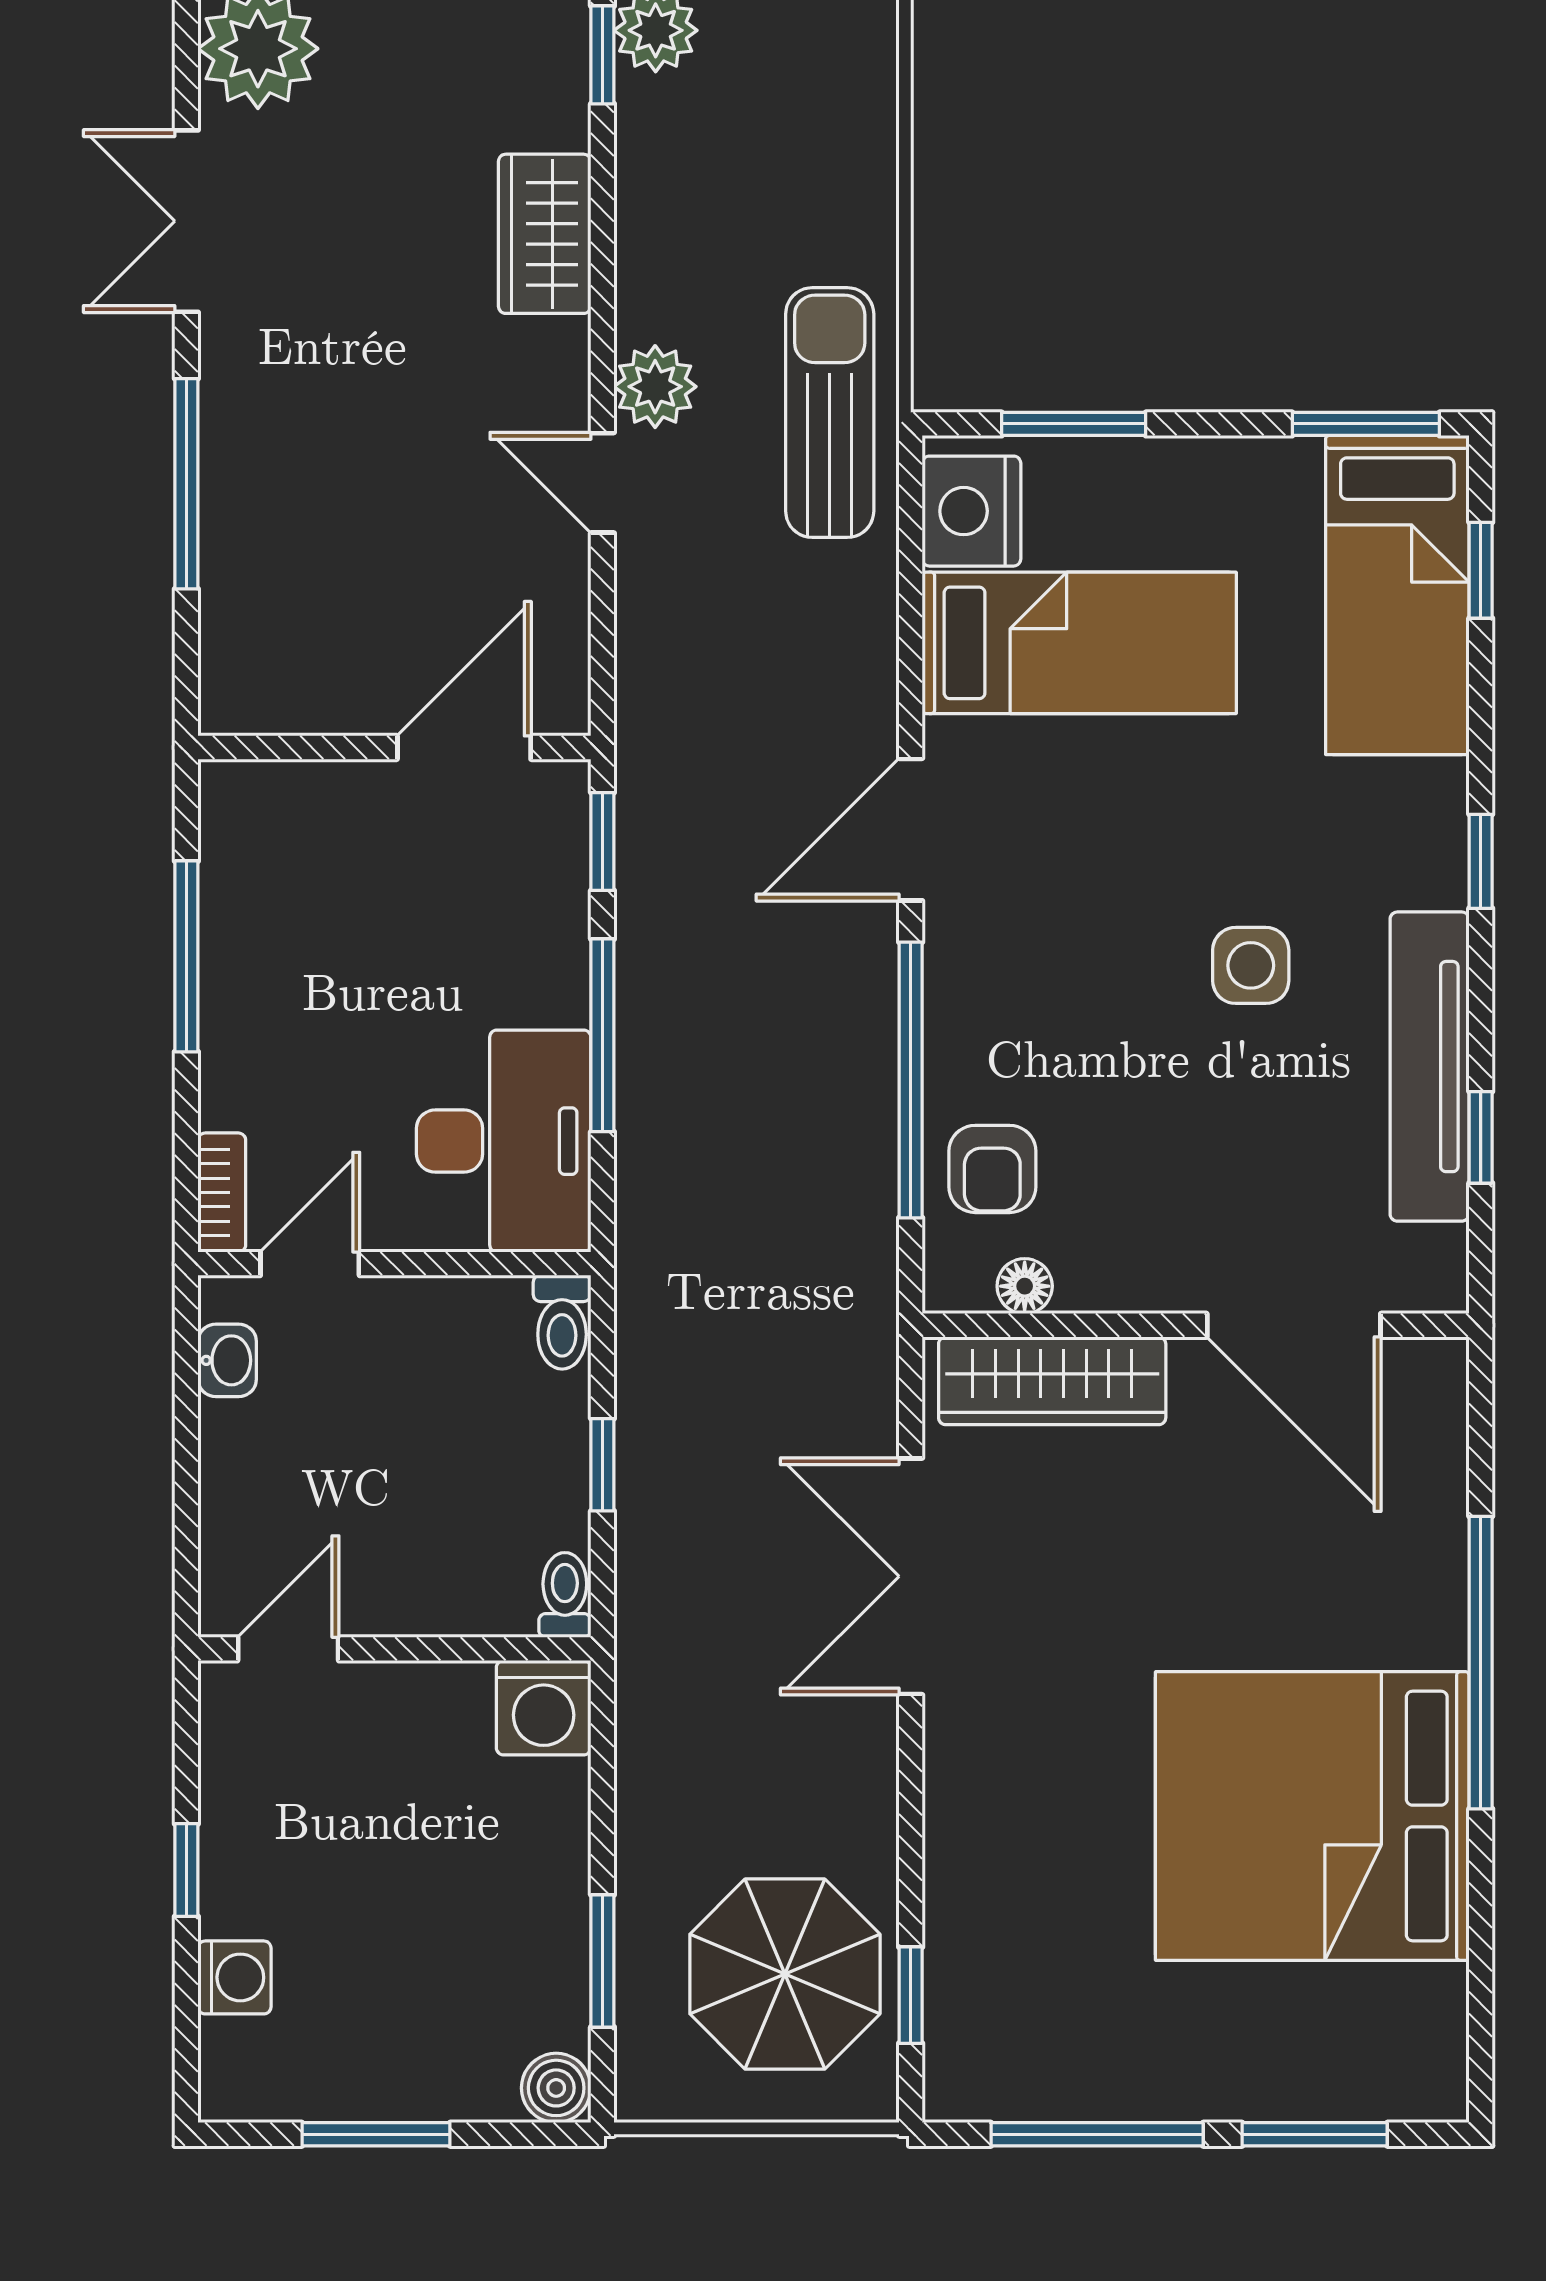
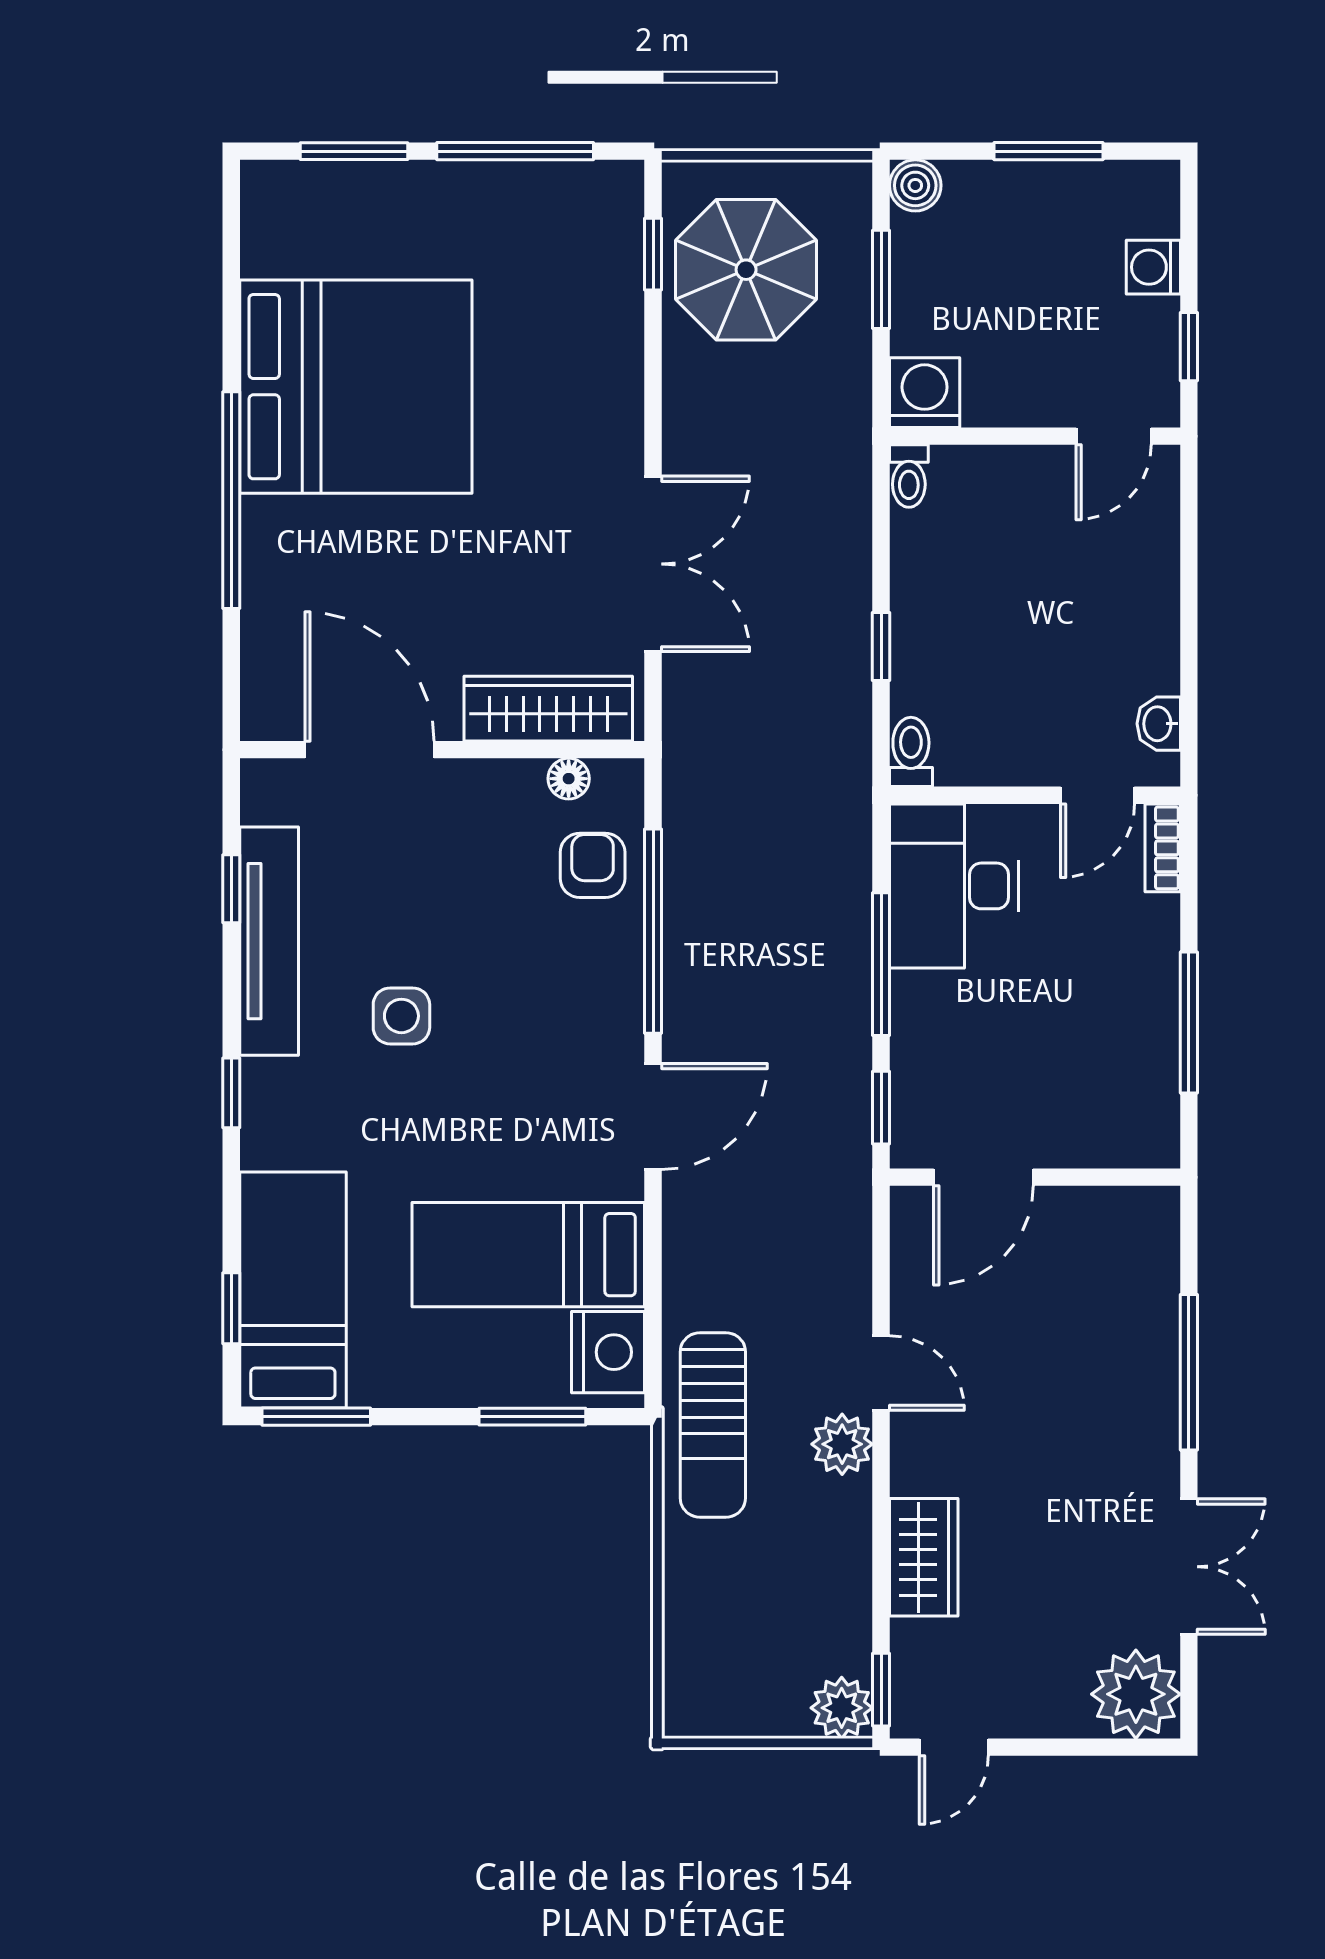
toilet: (565, 1595) -> (909, 476), moved
door: (288, 1649) -> (1114, 436), moved
wall: (394, 1649) -> (1035, 436), moved
washing machine: (544, 1708) -> (925, 393), moved

